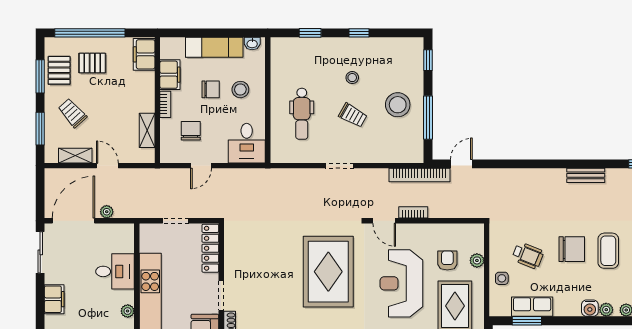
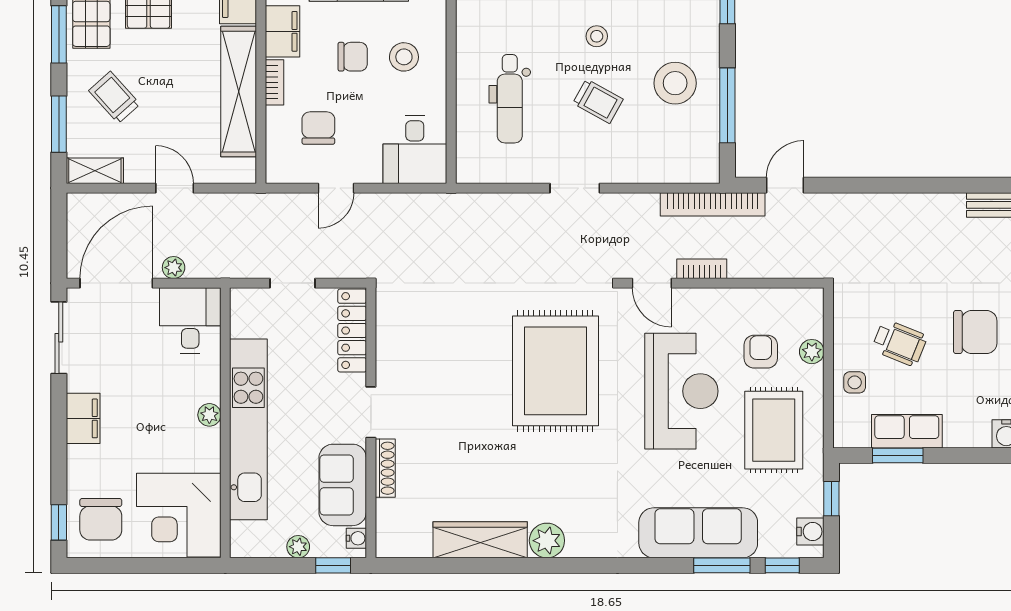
shelving: (147, 130) -> (239, 92), width x2.20, depth x1.33
shelving: (75, 156) -> (95, 171), moved
desk: (115, 271) -> (190, 321), moved, turned -90
reception desk: (401, 283) -> (681, 391), turned 180
plant: (128, 311) -> (209, 415), moved

